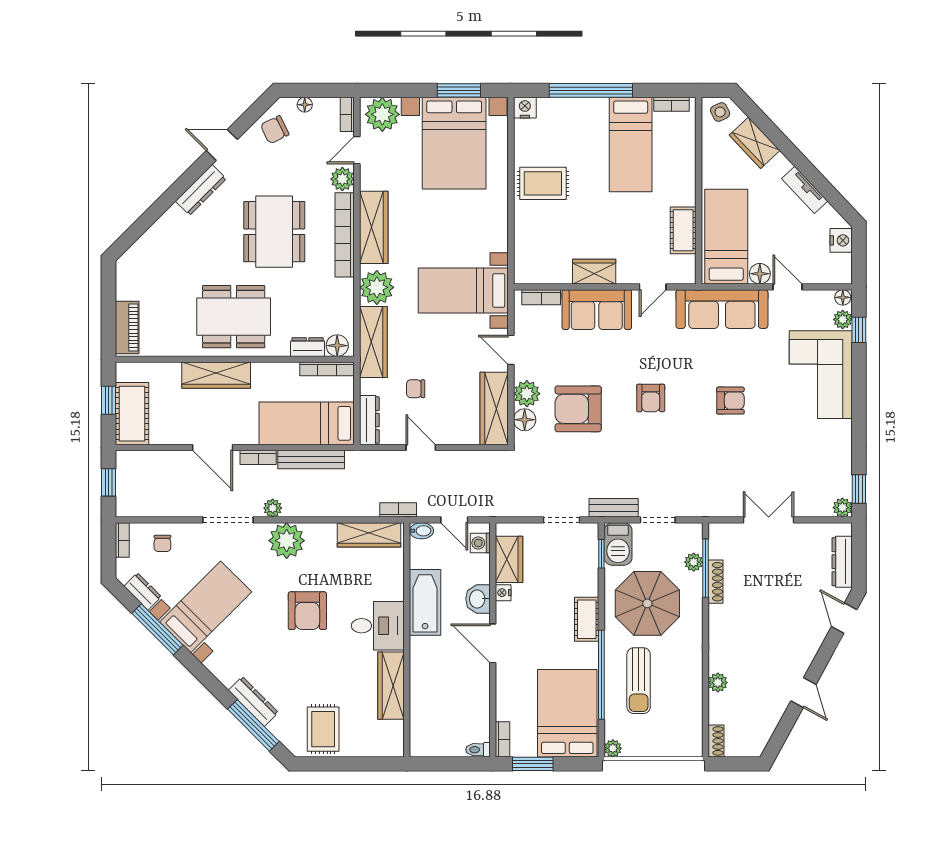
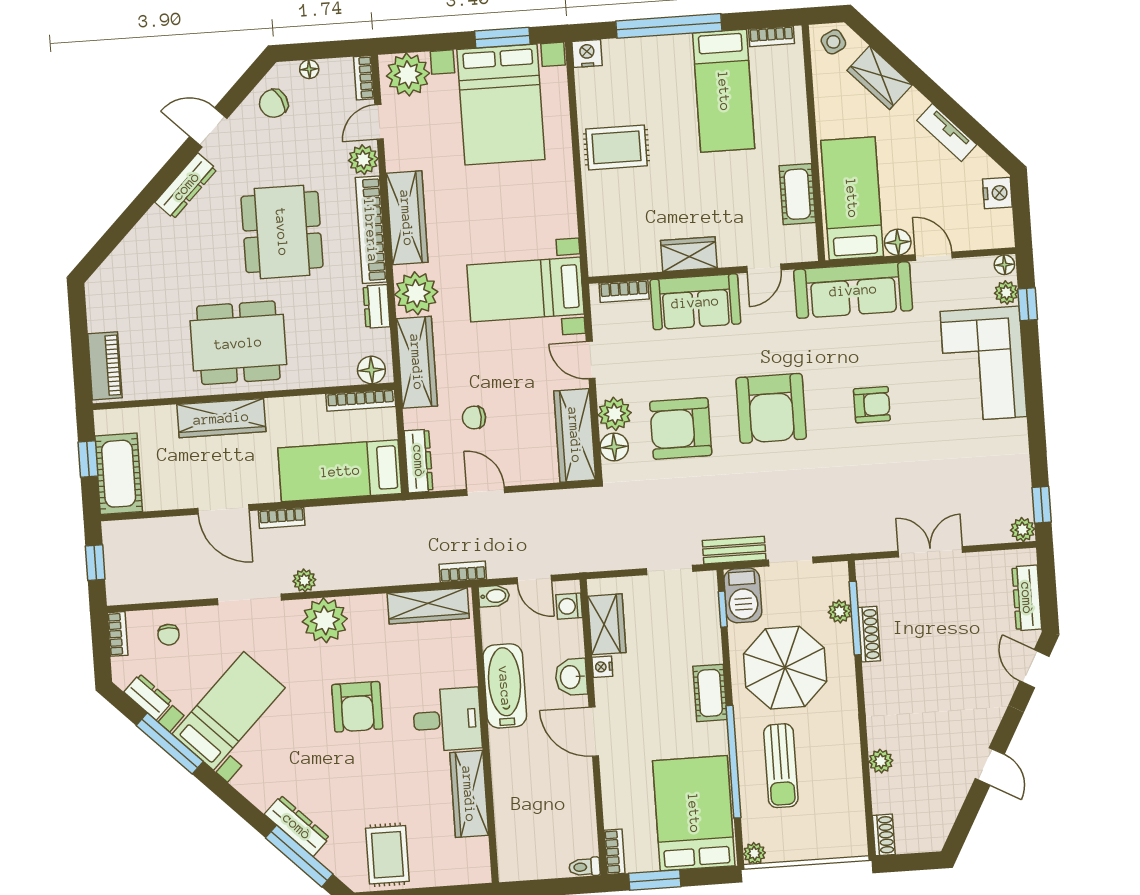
dresser: (308, 347) -> (377, 306), moved, turned -90
armchair: (651, 398) -> (771, 408), width x1.88, depth x1.88
bench: (311, 460) -> (349, 516), removed

